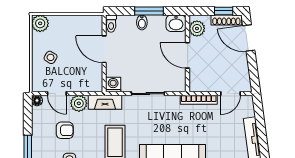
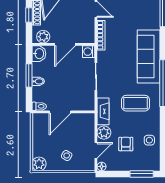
washing machine: (113, 85) -> (89, 52), moved

